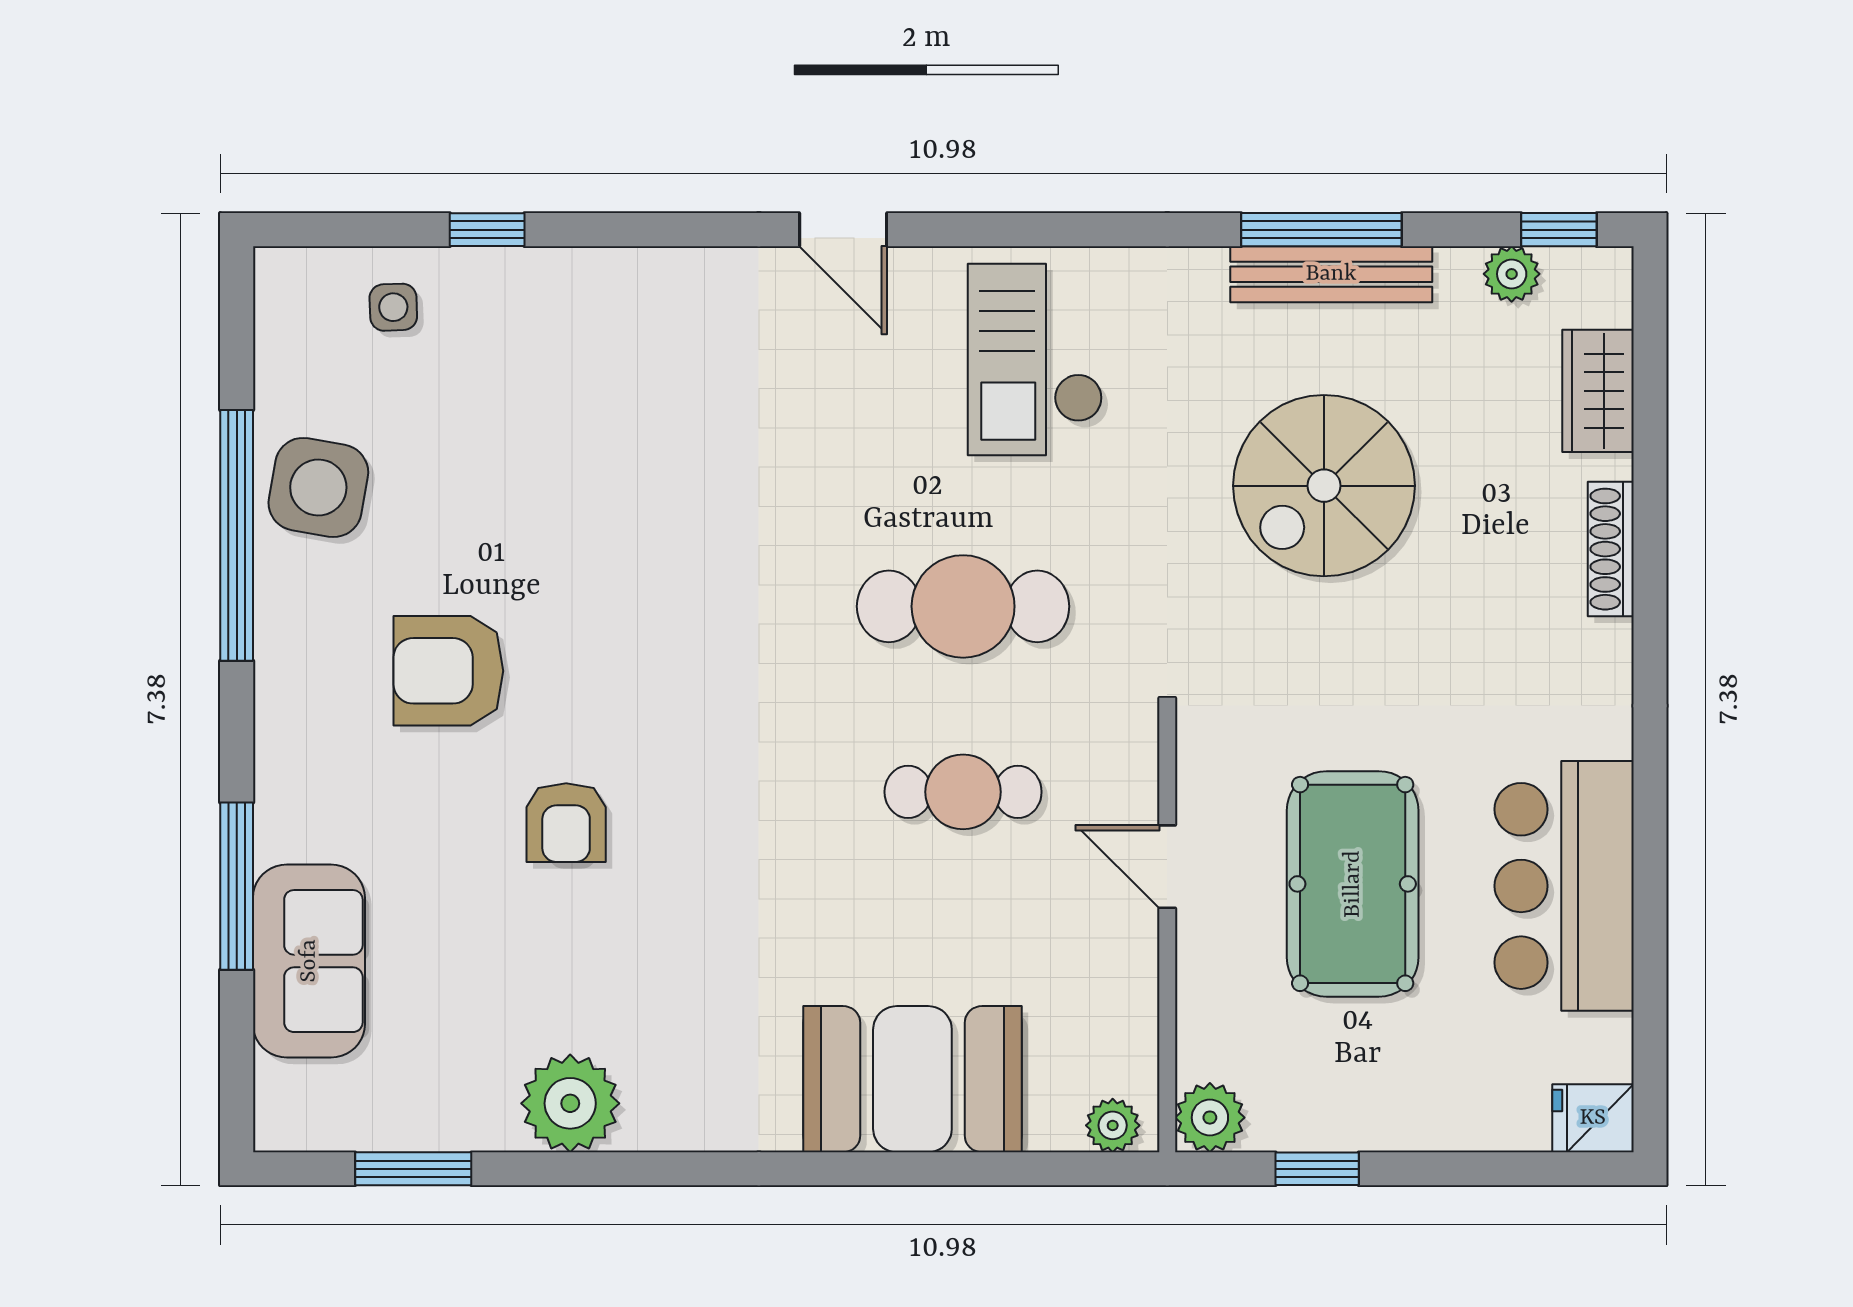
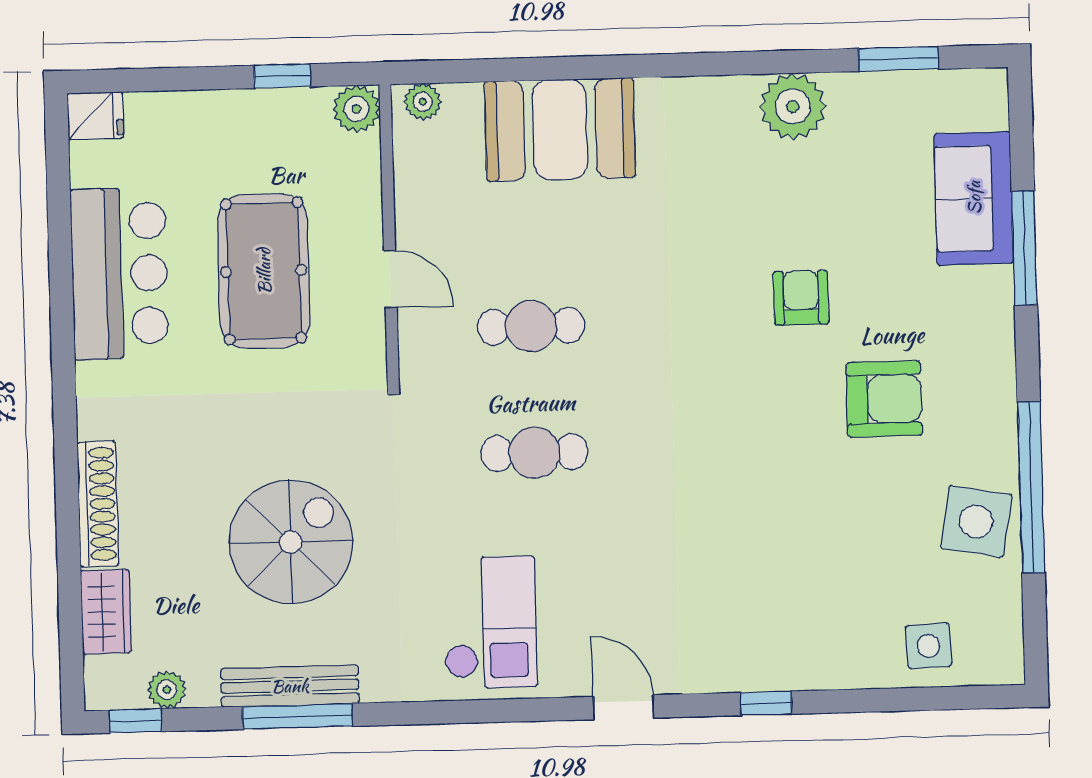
window: (487, 230) -> (766, 703), moved
side table: (393, 307) -> (929, 646), width x1.37, depth x1.37
shoe rack: (1611, 549) -> (98, 504), width x1.36, depth x1.24
cafe table: (963, 606) -> (534, 453), width x0.73, depth x0.74

